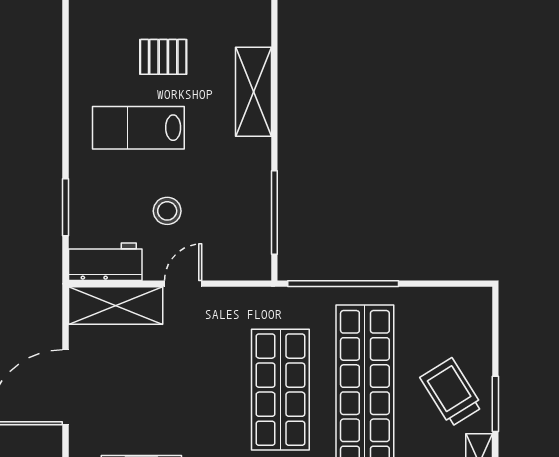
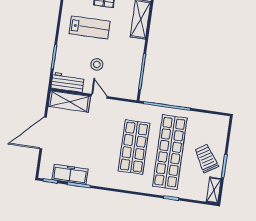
lab bench: (138, 128) -> (90, 27), turned 180
door: (183, 284) -> (99, 96), hinge flipped

